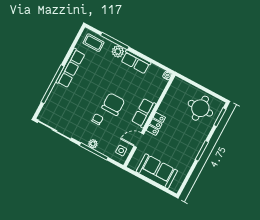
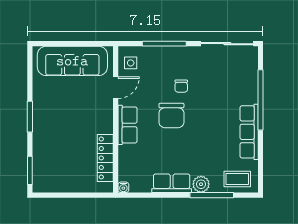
round table: (200, 108) -> (60, 169), removed
locker: (156, 124) -> (105, 158), moved, width x1.53
plant: (93, 144) -> (170, 52), removed
sofa: (157, 171) -> (72, 61), width x1.36

